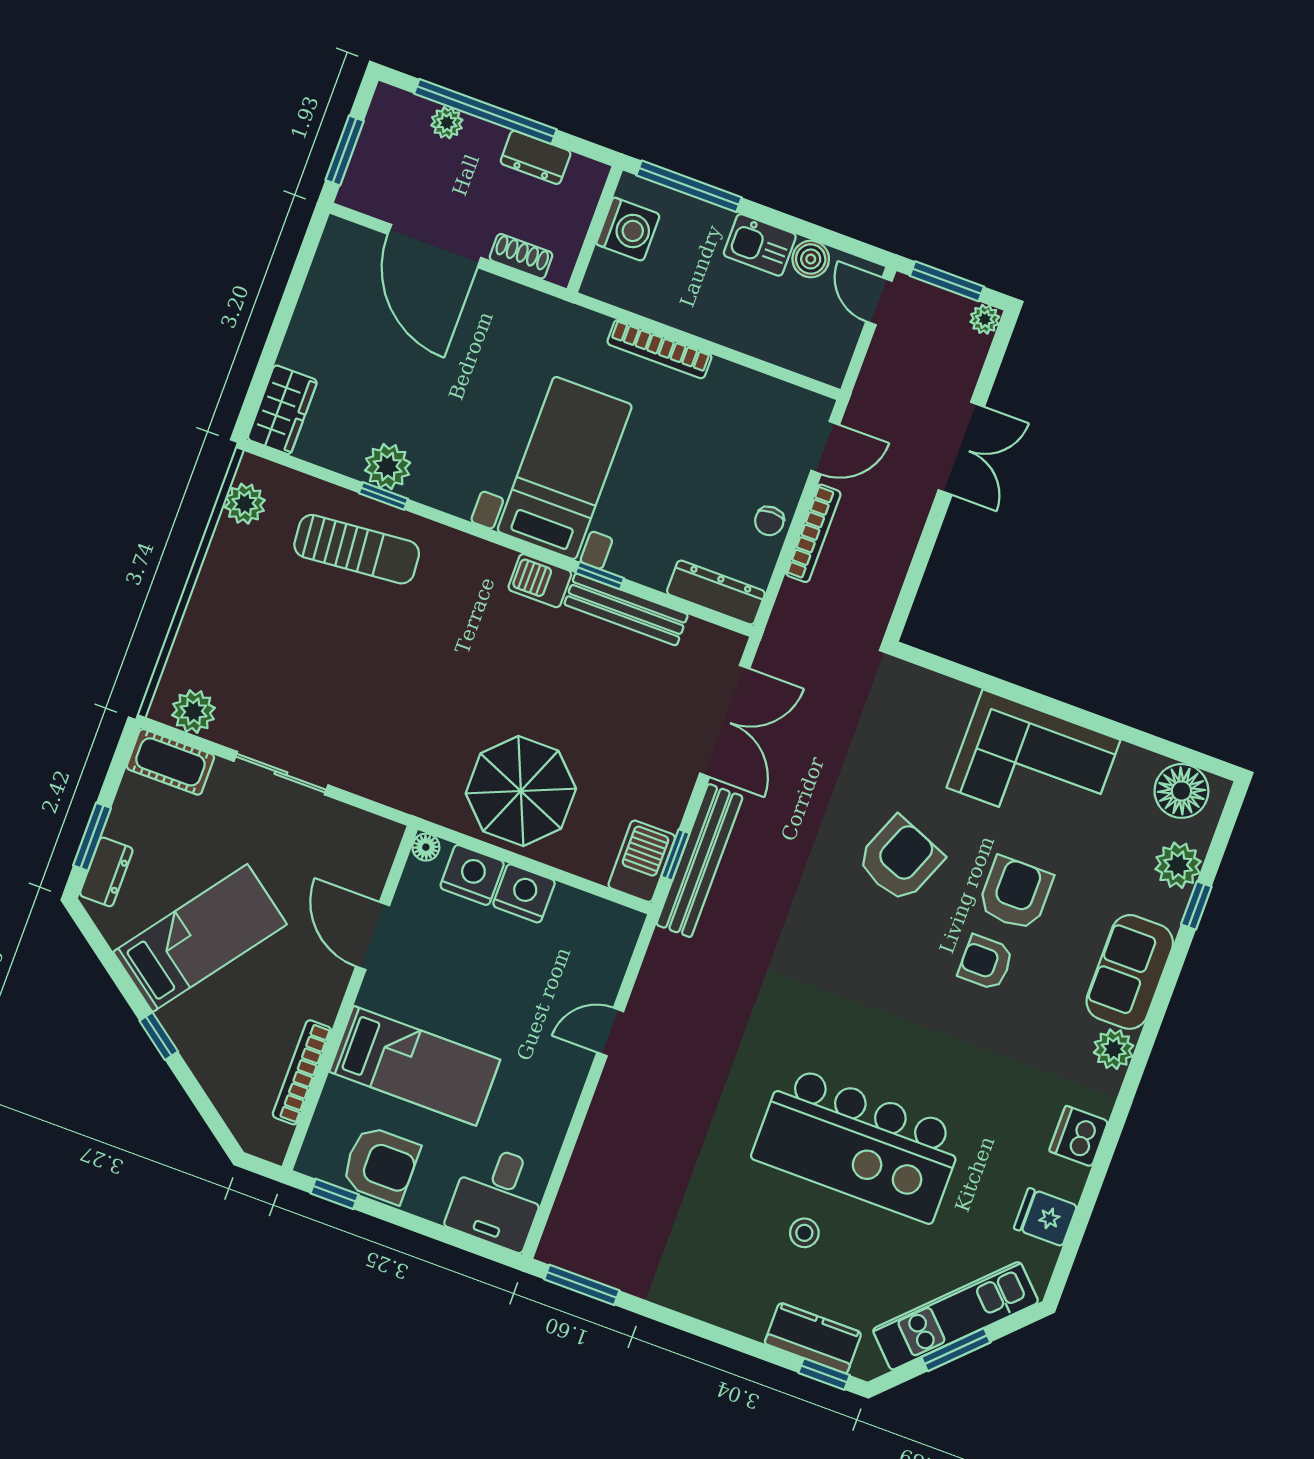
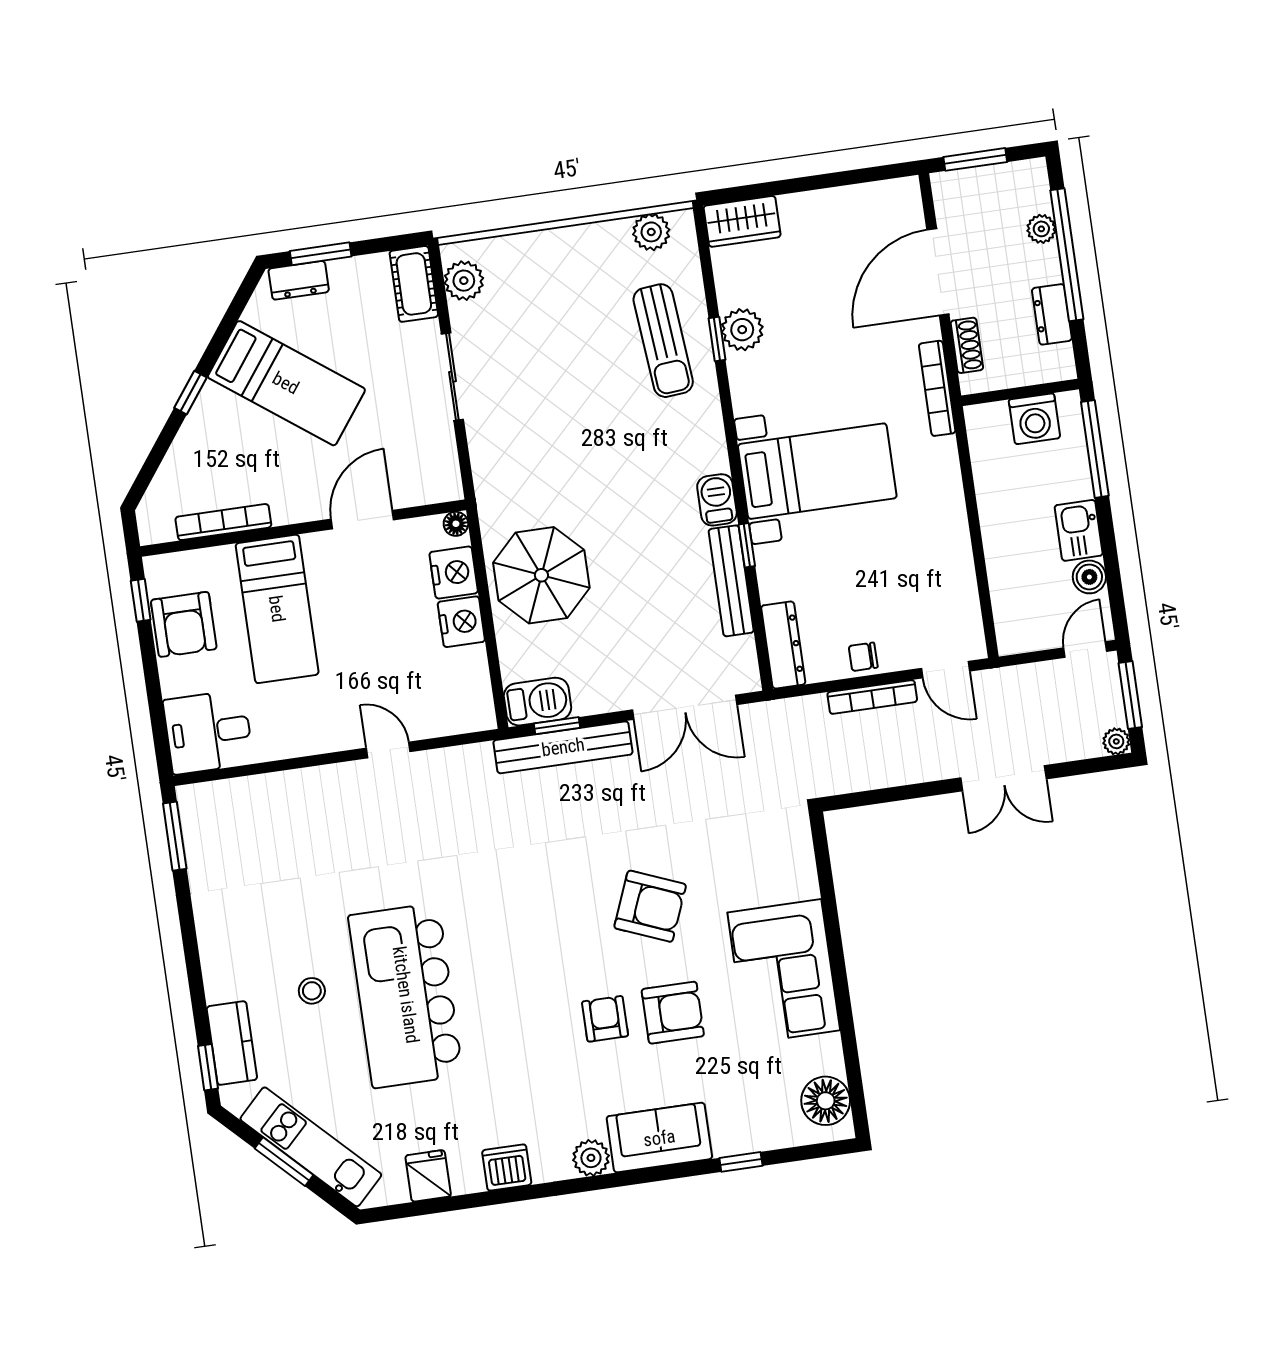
bookcase: (659, 349) -> (937, 388), moved
plant: (1178, 865) -> (765, 1130), removed

